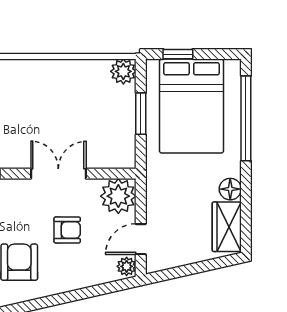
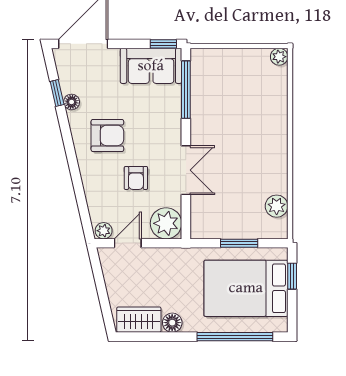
plant: (123, 71) -> (277, 206), moved
door: (141, 239) -> (128, 243), hinge flipped

